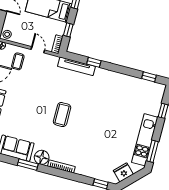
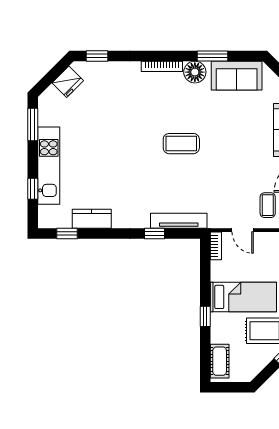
window: (68, 30) -> (205, 272), removed
kitchen counter: (131, 82) -> (92, 219), added
coffee table: (62, 115) -> (181, 144), turned 90
kitchen unit: (145, 140) -> (49, 166), moved

